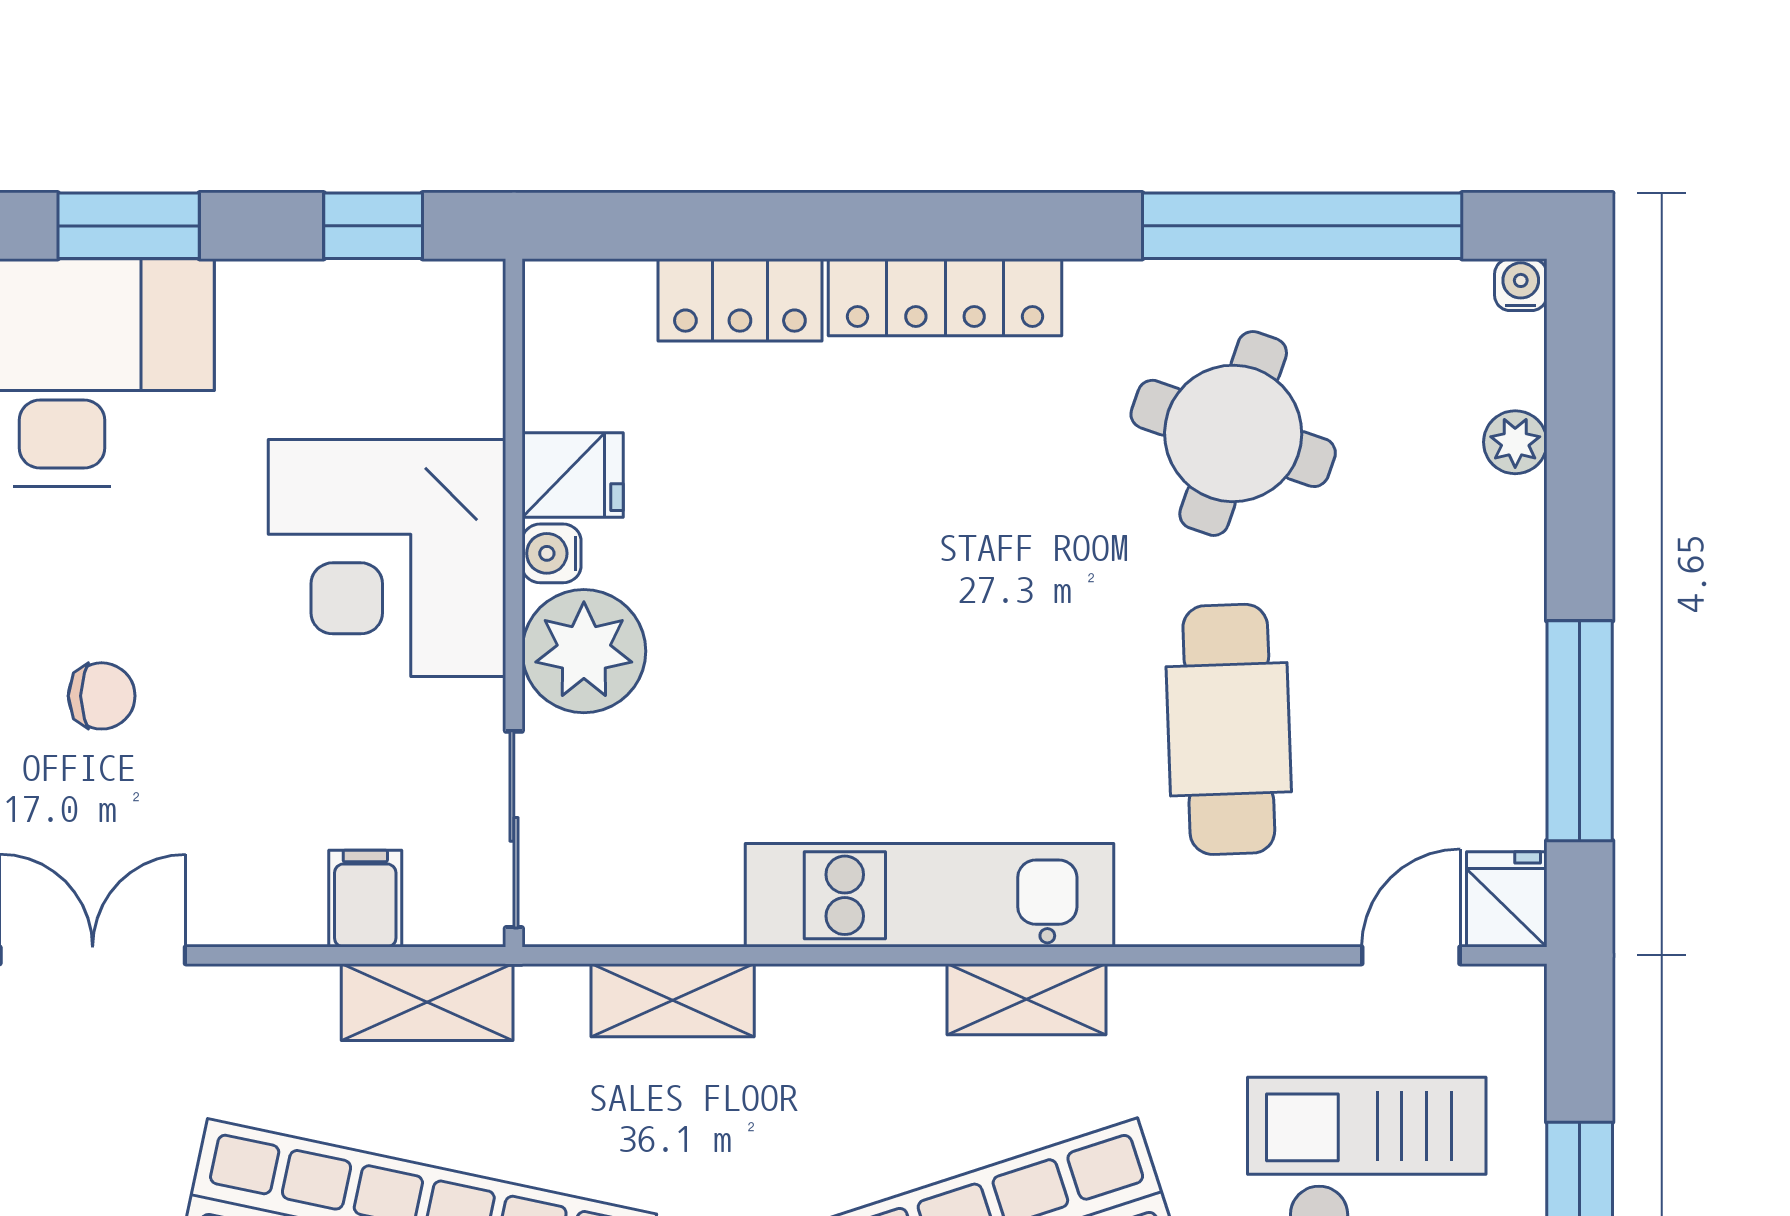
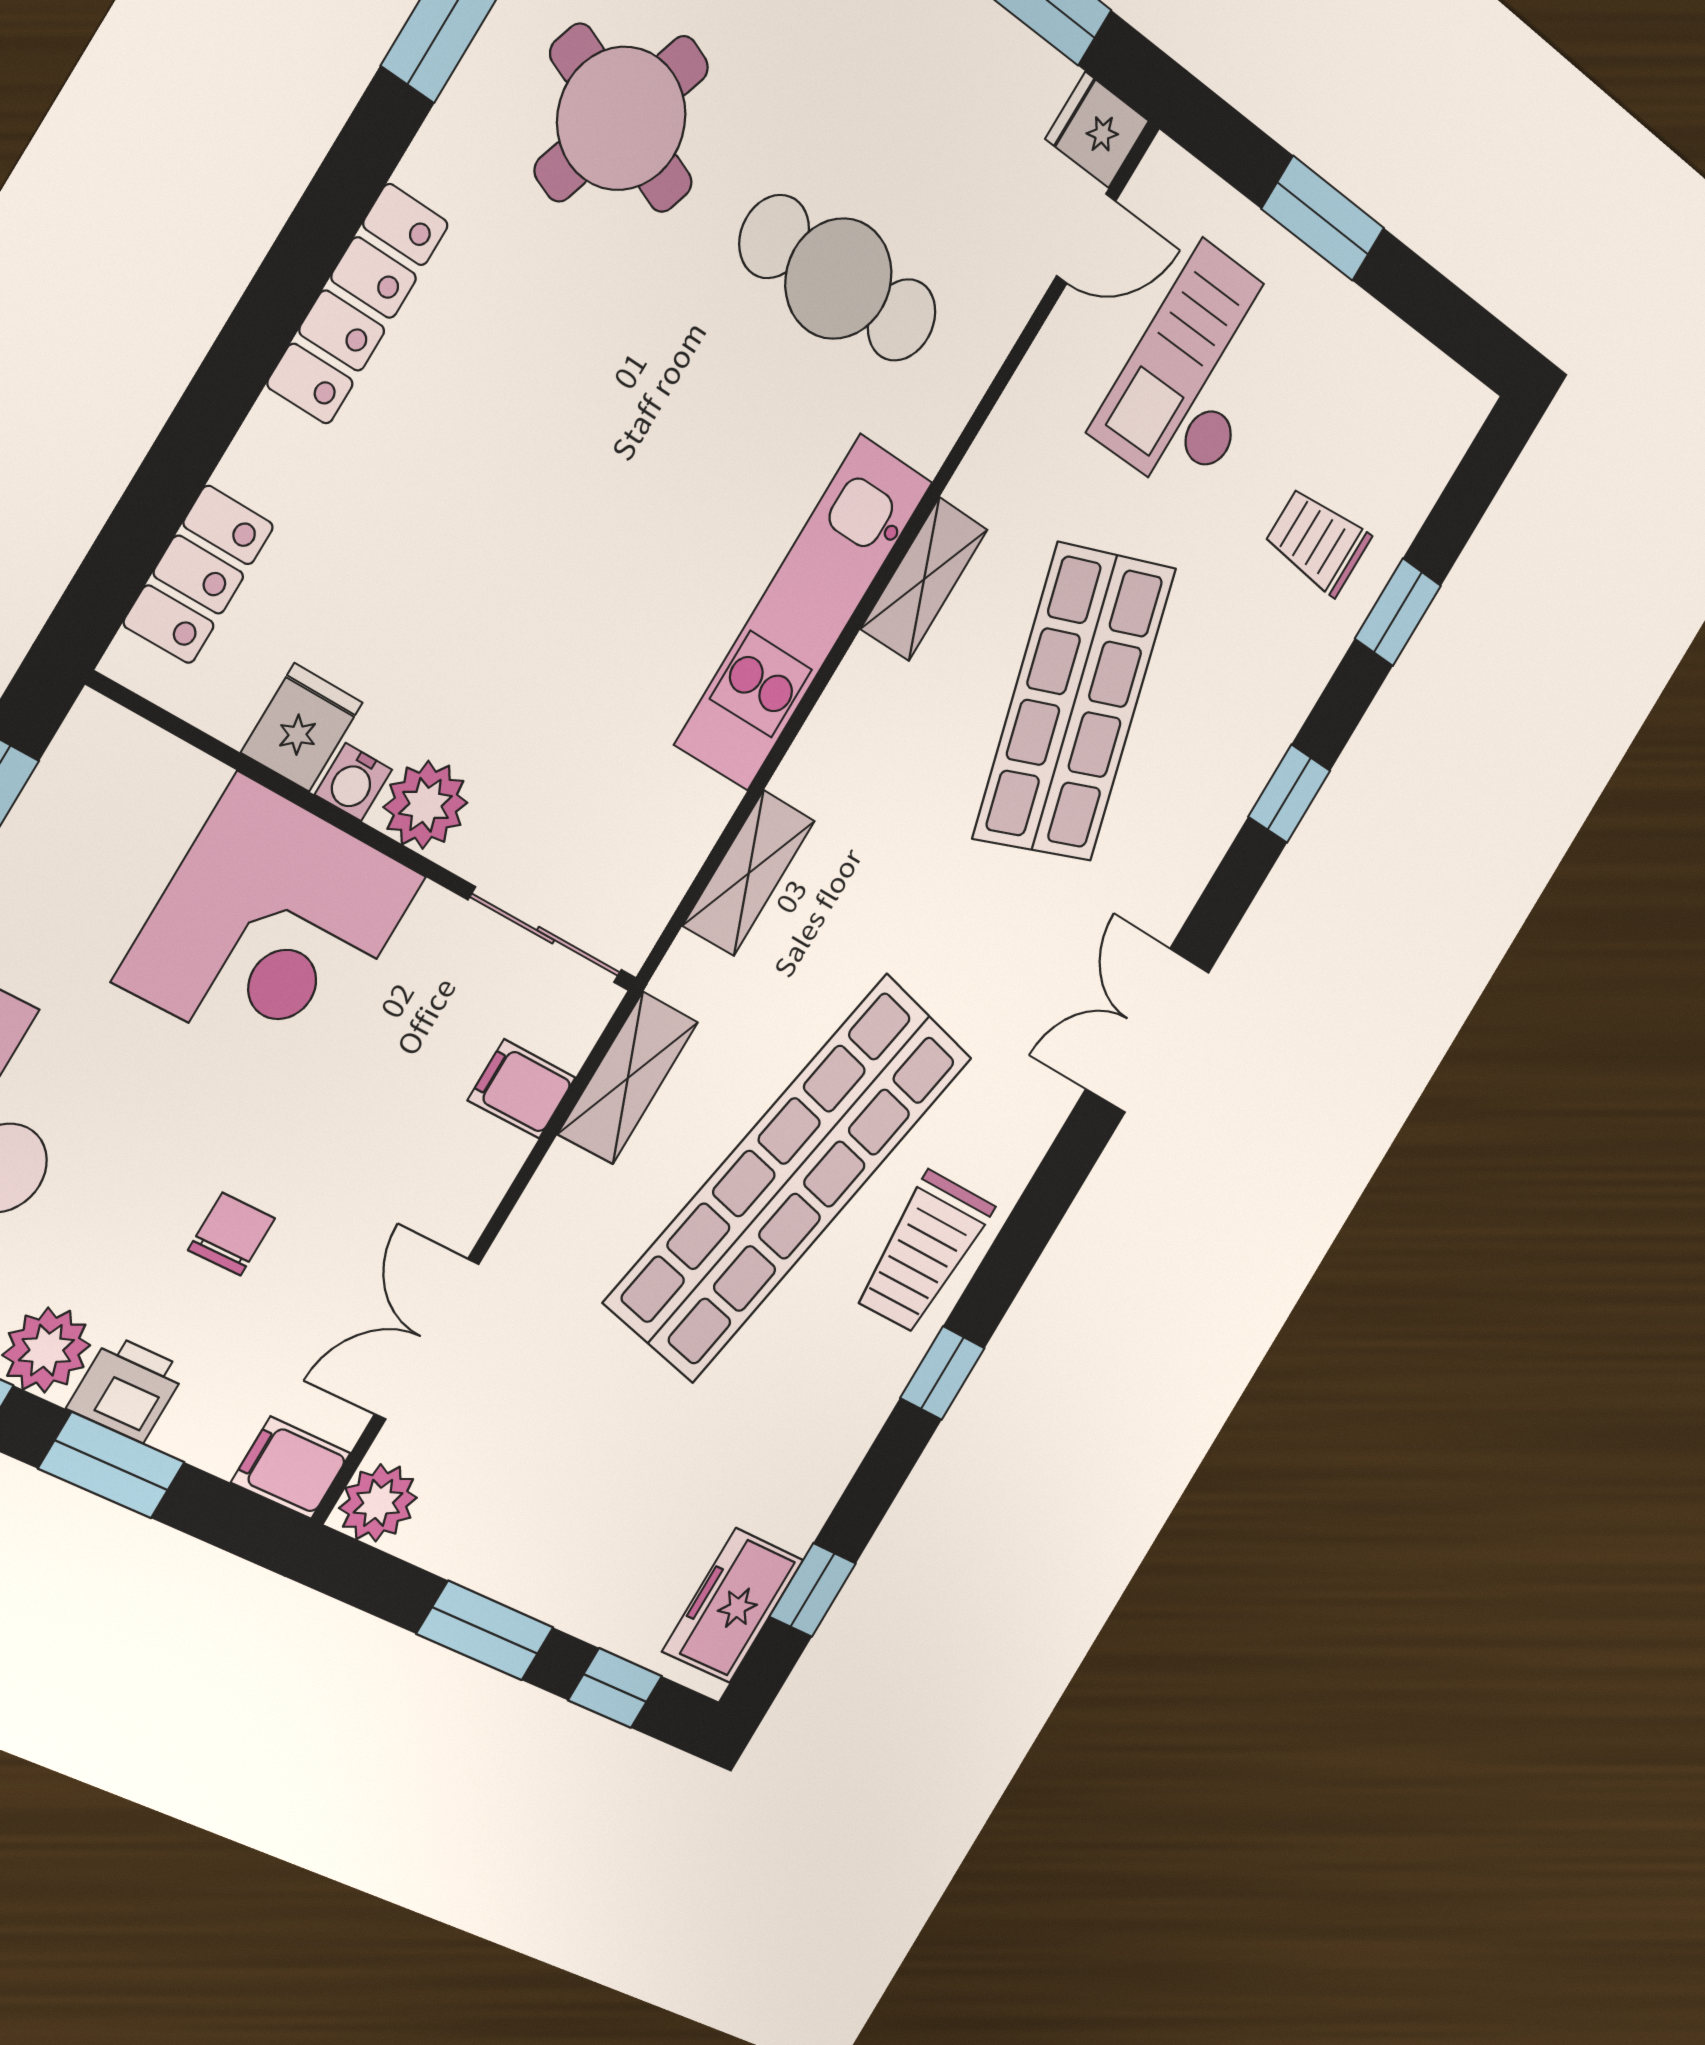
locker: (740, 300) -> (198, 575), moved
plant: (584, 651) -> (425, 805), width x0.73, depth x0.73
door: (1411, 955) -> (1086, 239), swing flipped

